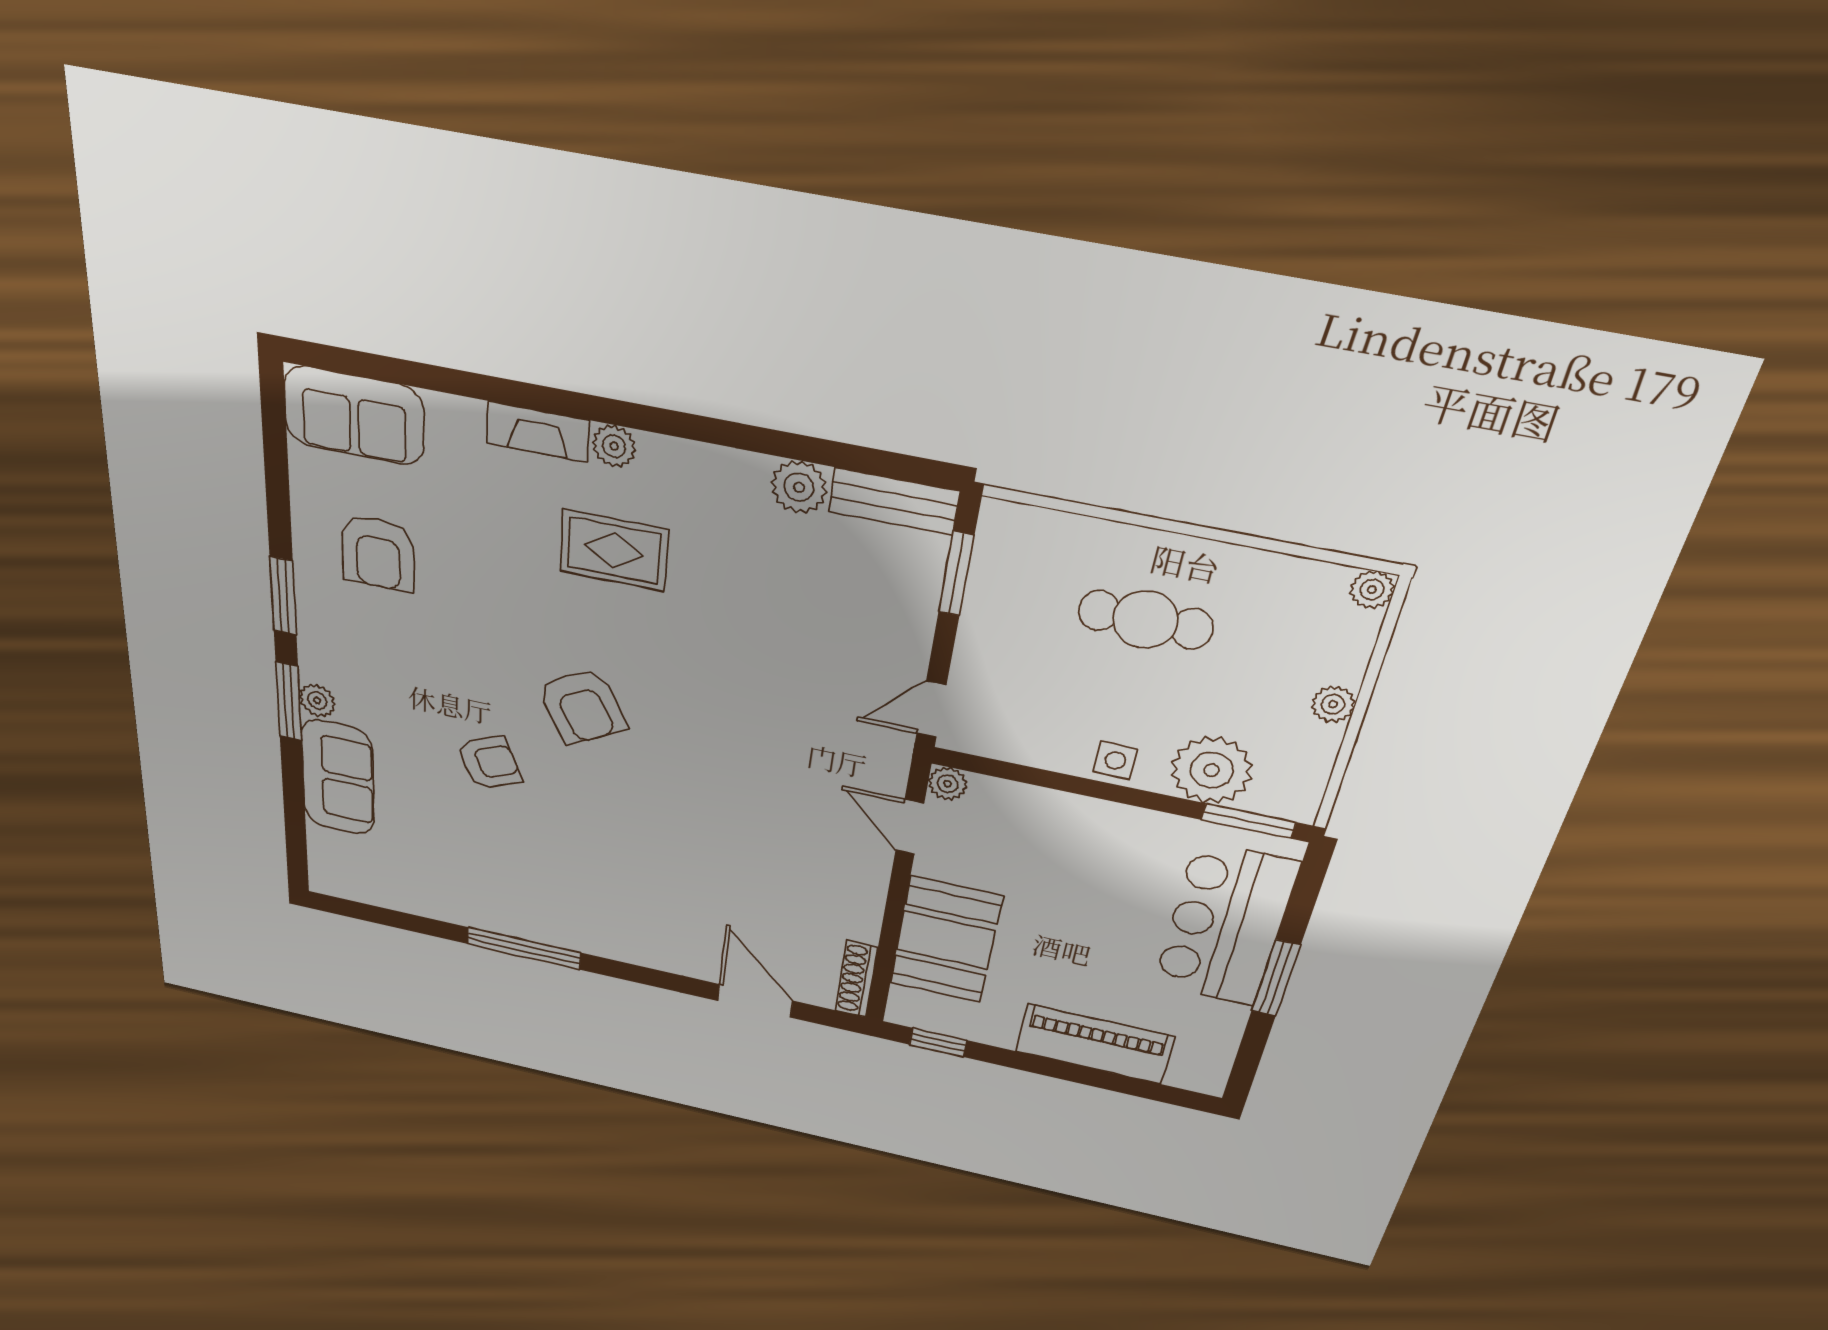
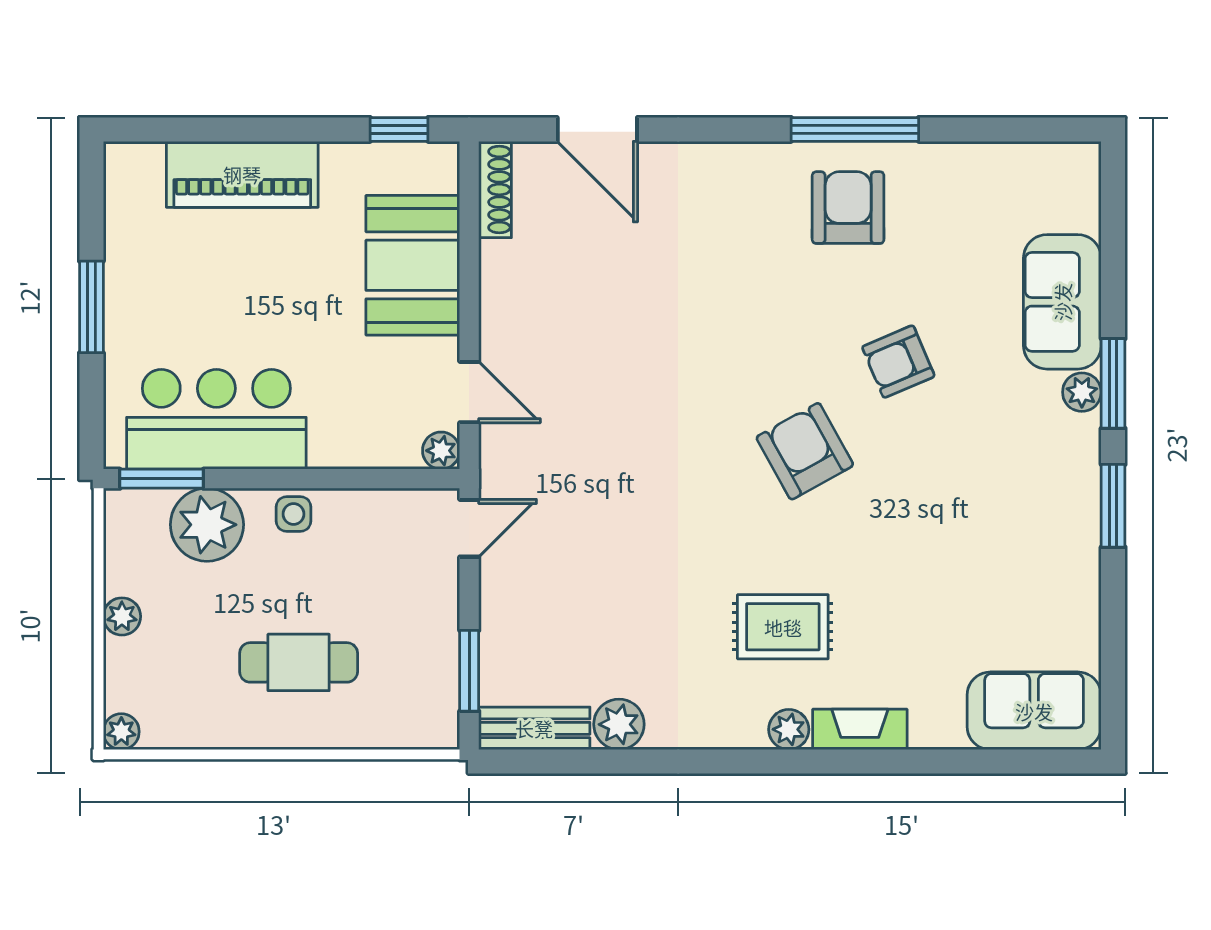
armchair: (378, 553) -> (848, 208), moved
bar counter: (1225, 925) -> (216, 419), moved, turned -90

